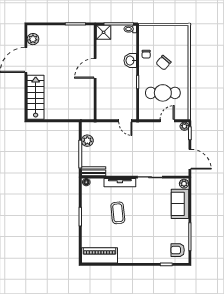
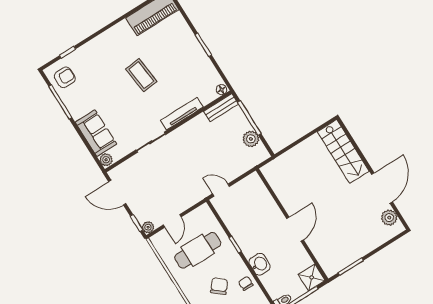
coffee table: (118, 213) -> (141, 75), moved

